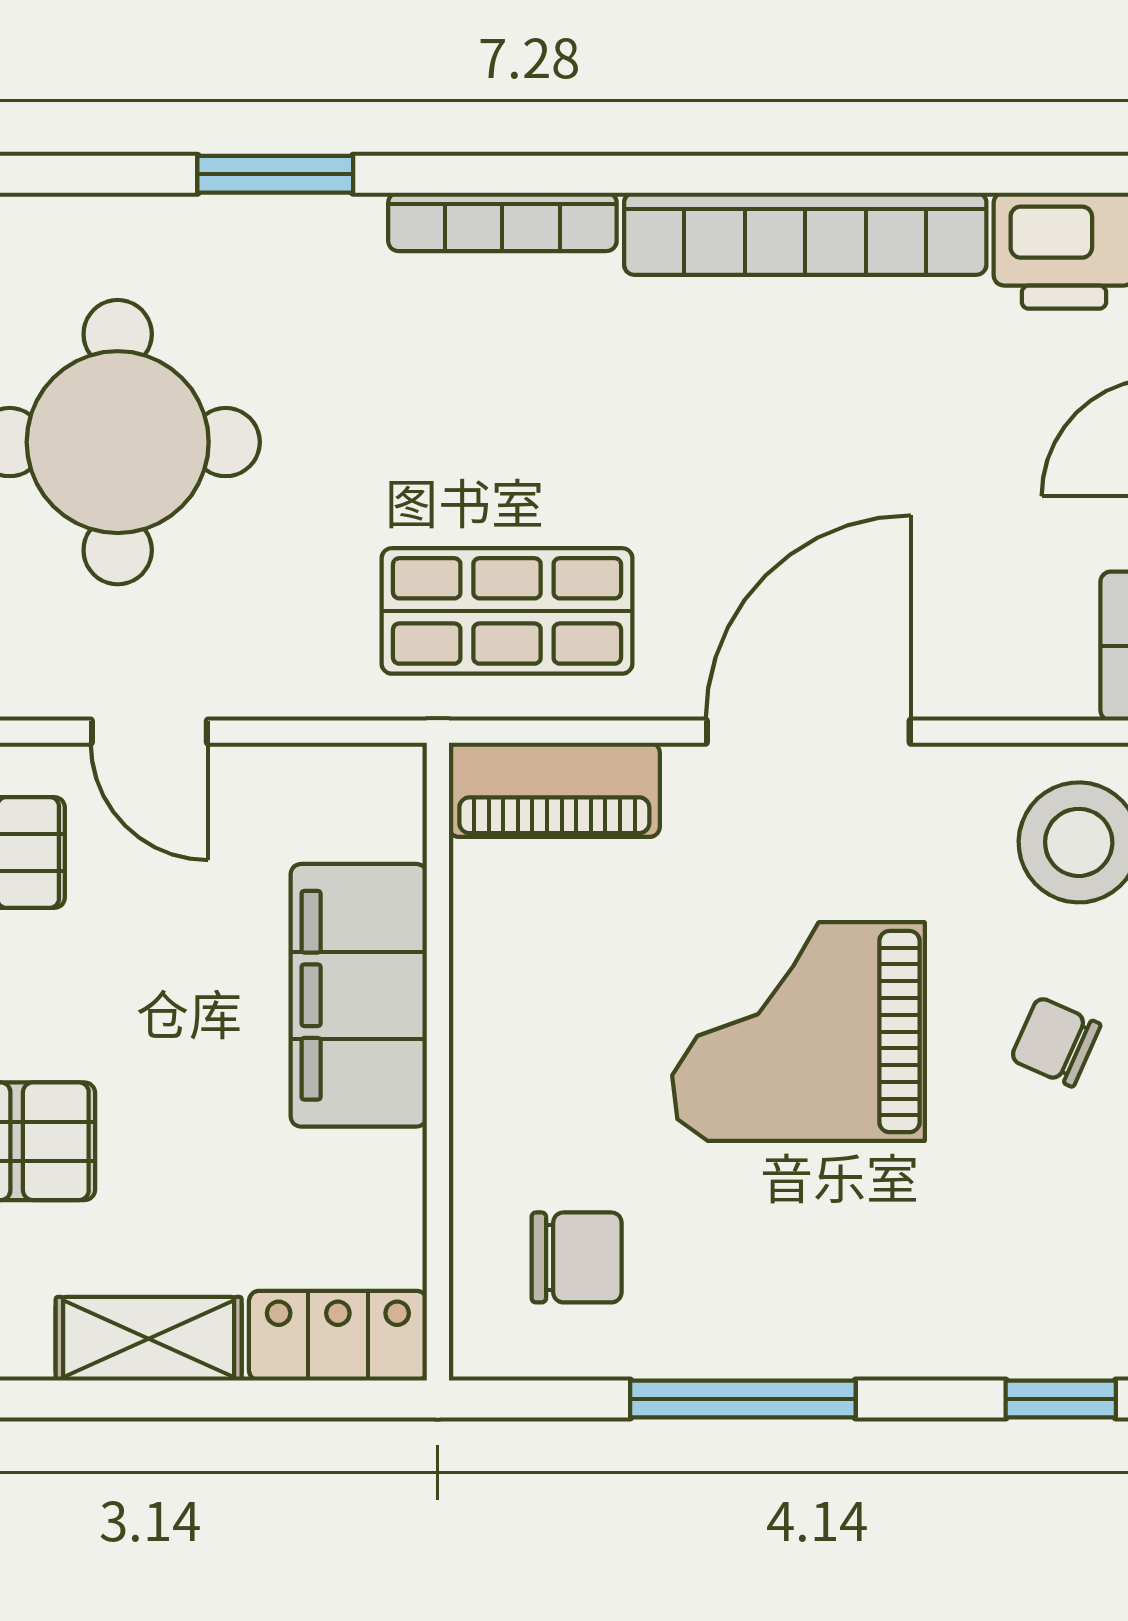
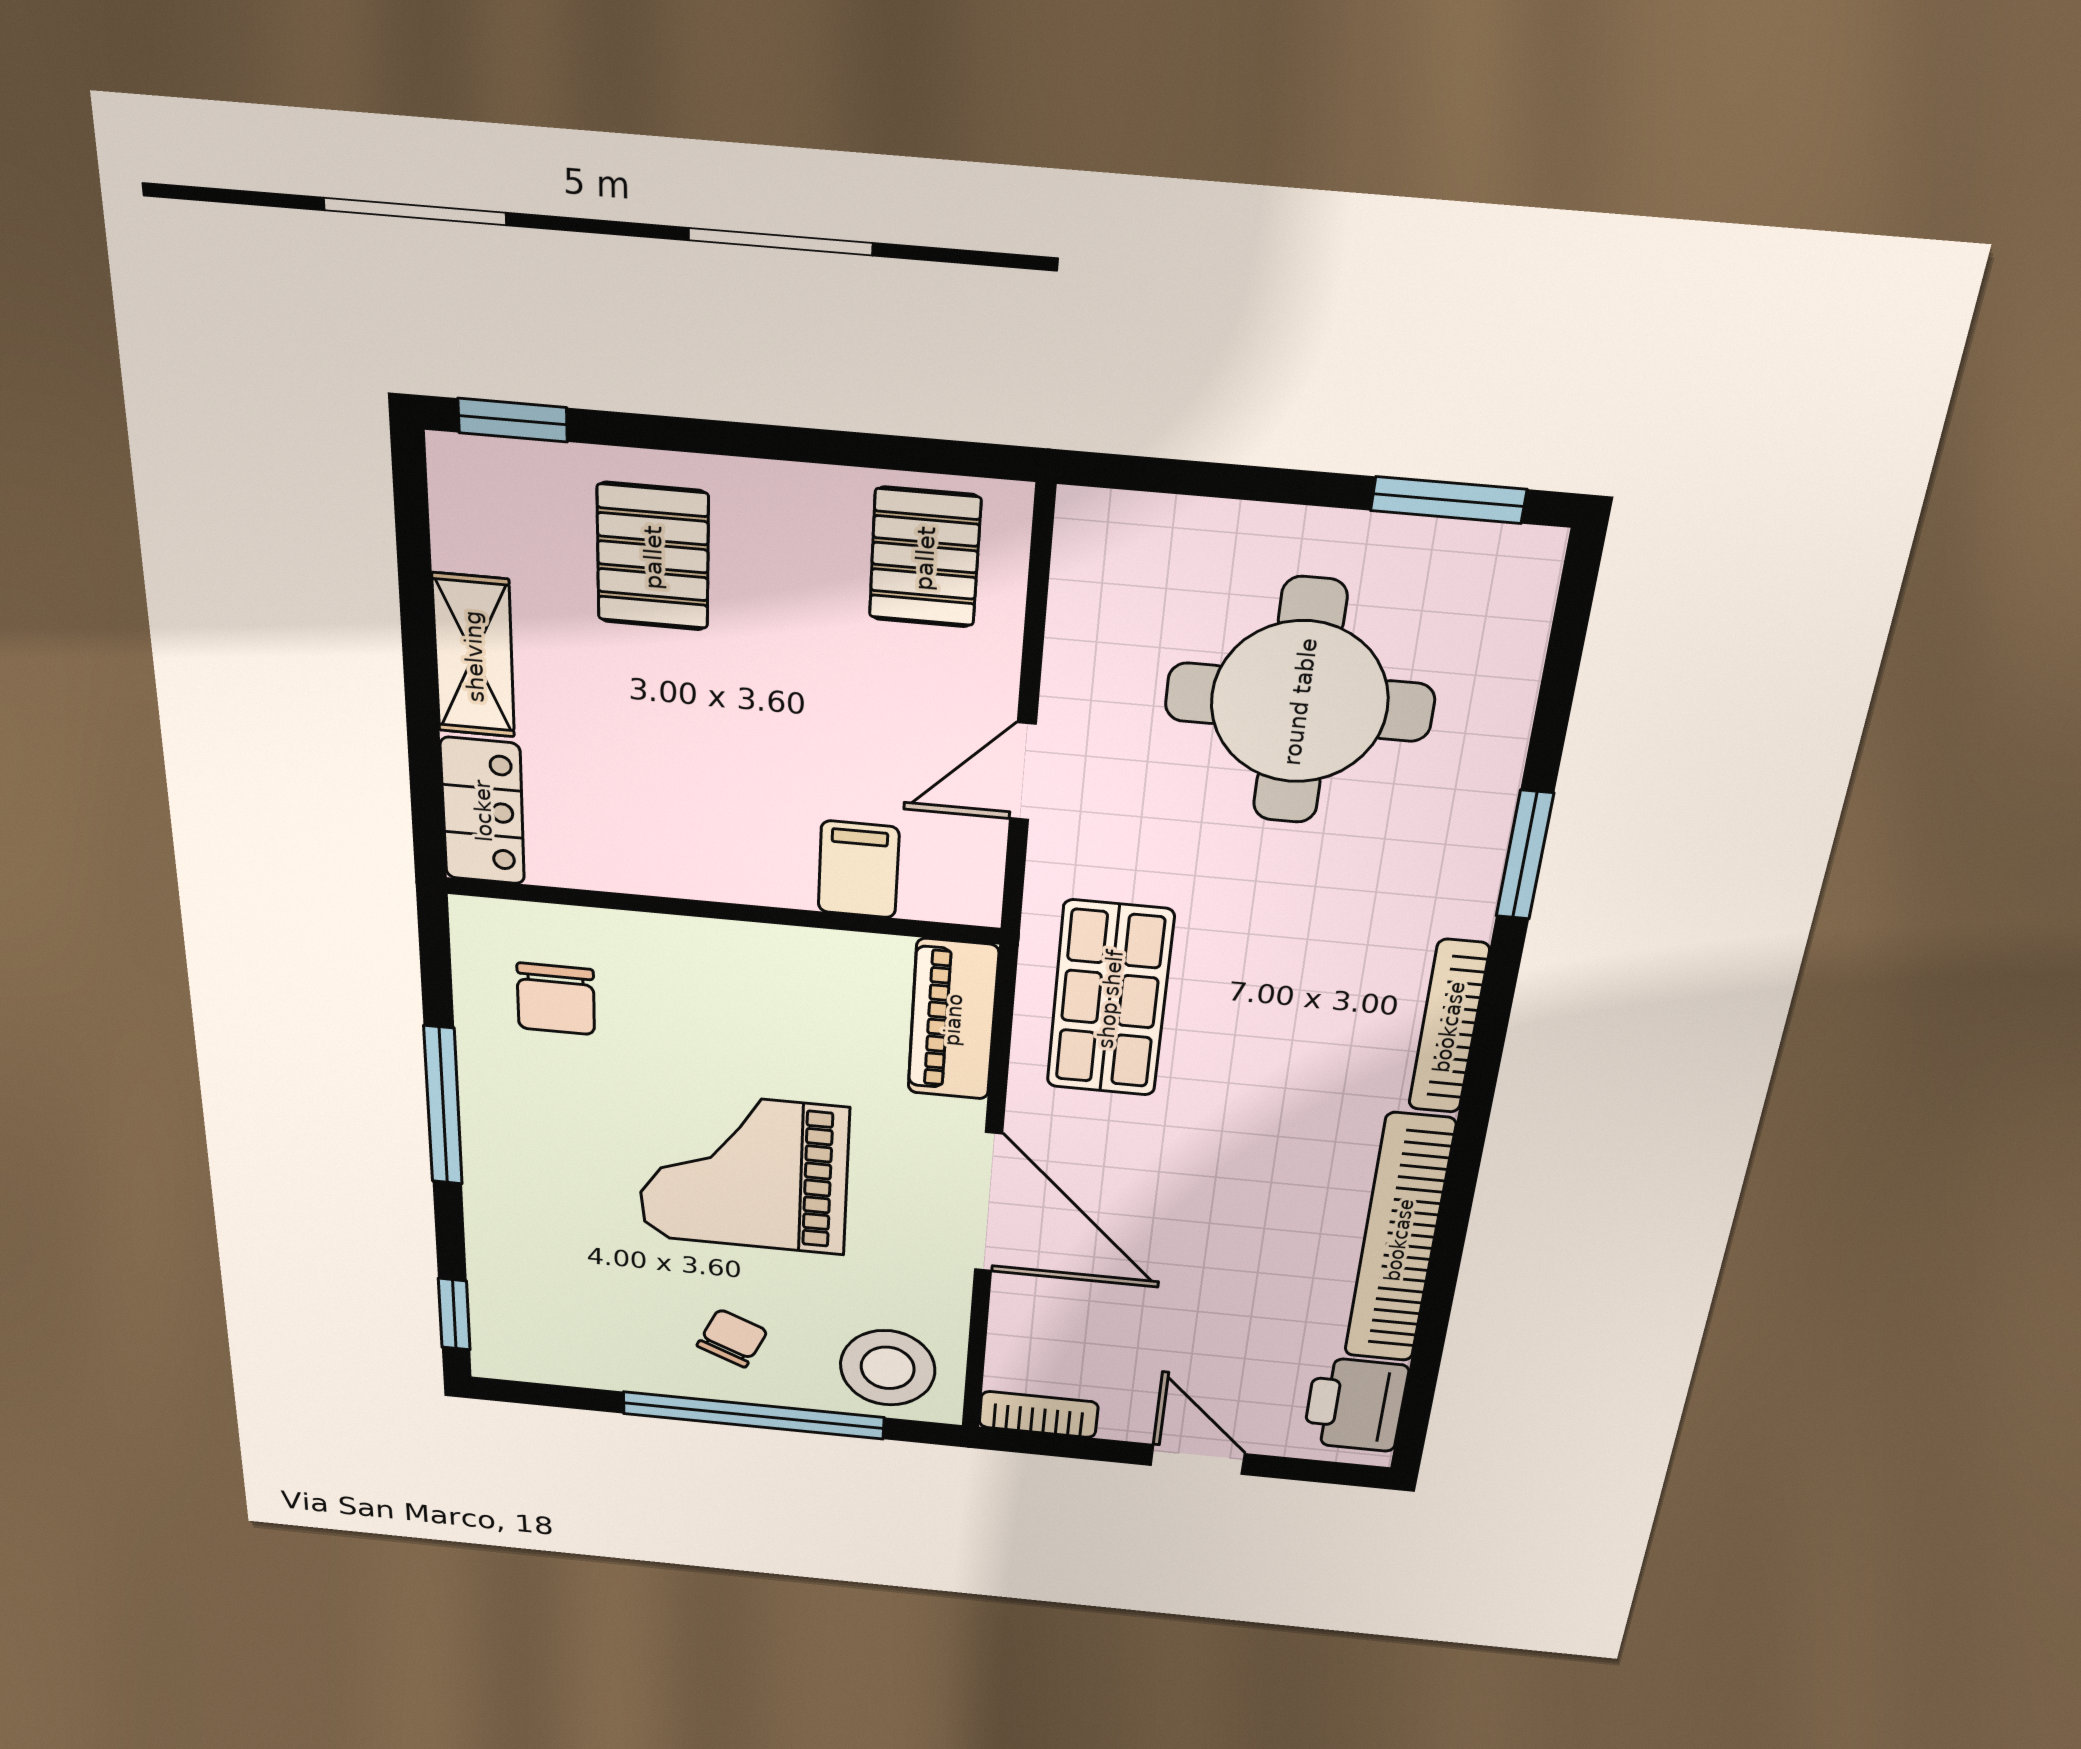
door: (149, 732) -> (1023, 772), moved
filing cabinet: (359, 995) -> (858, 870), width x0.33, depth x0.86
grand piano: (798, 1032) -> (743, 1172), turned -90

